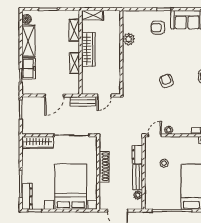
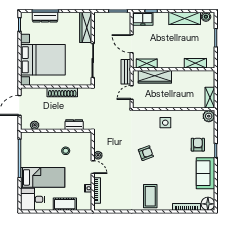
shelving: (92, 15) -> (210, 98), moved
plant: (129, 39) -> (209, 116), moved
wardrobe: (88, 49) -> (155, 77), moved
side table: (135, 61) -> (165, 123), added
shelving: (75, 63) -> (147, 63), moved
freezer: (29, 69) -> (143, 19), moved
door: (104, 96) -> (132, 93), hinge flipped
door: (155, 135) -> (93, 167), moved
bench: (138, 177) -> (52, 125), removed
dresser: (27, 196) -> (45, 17), moved

